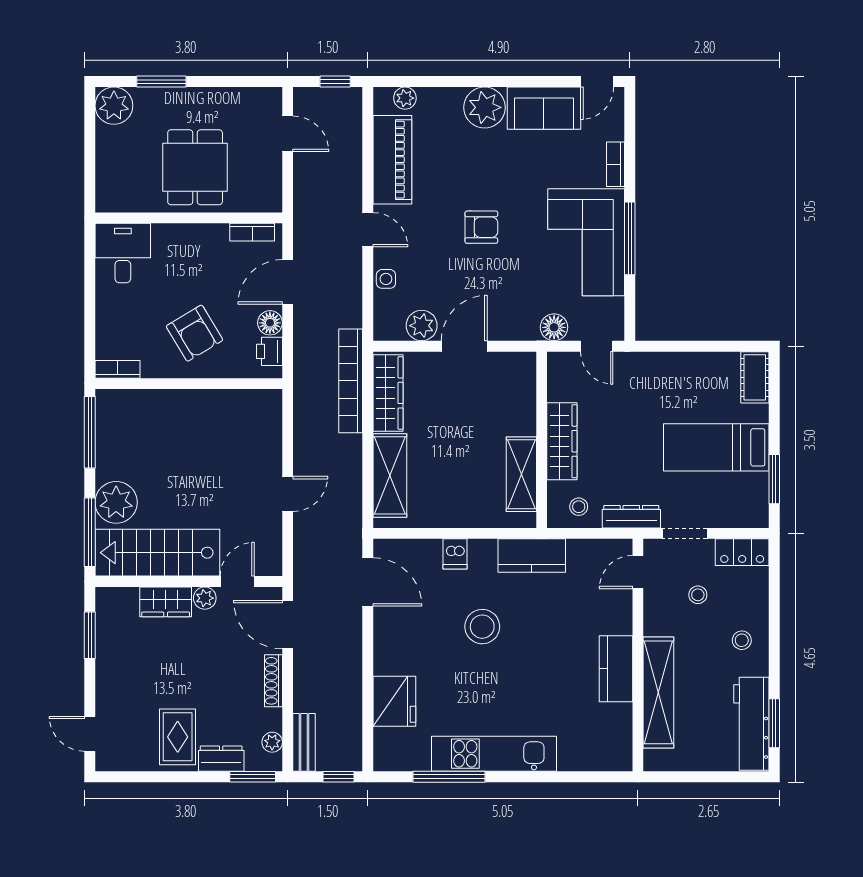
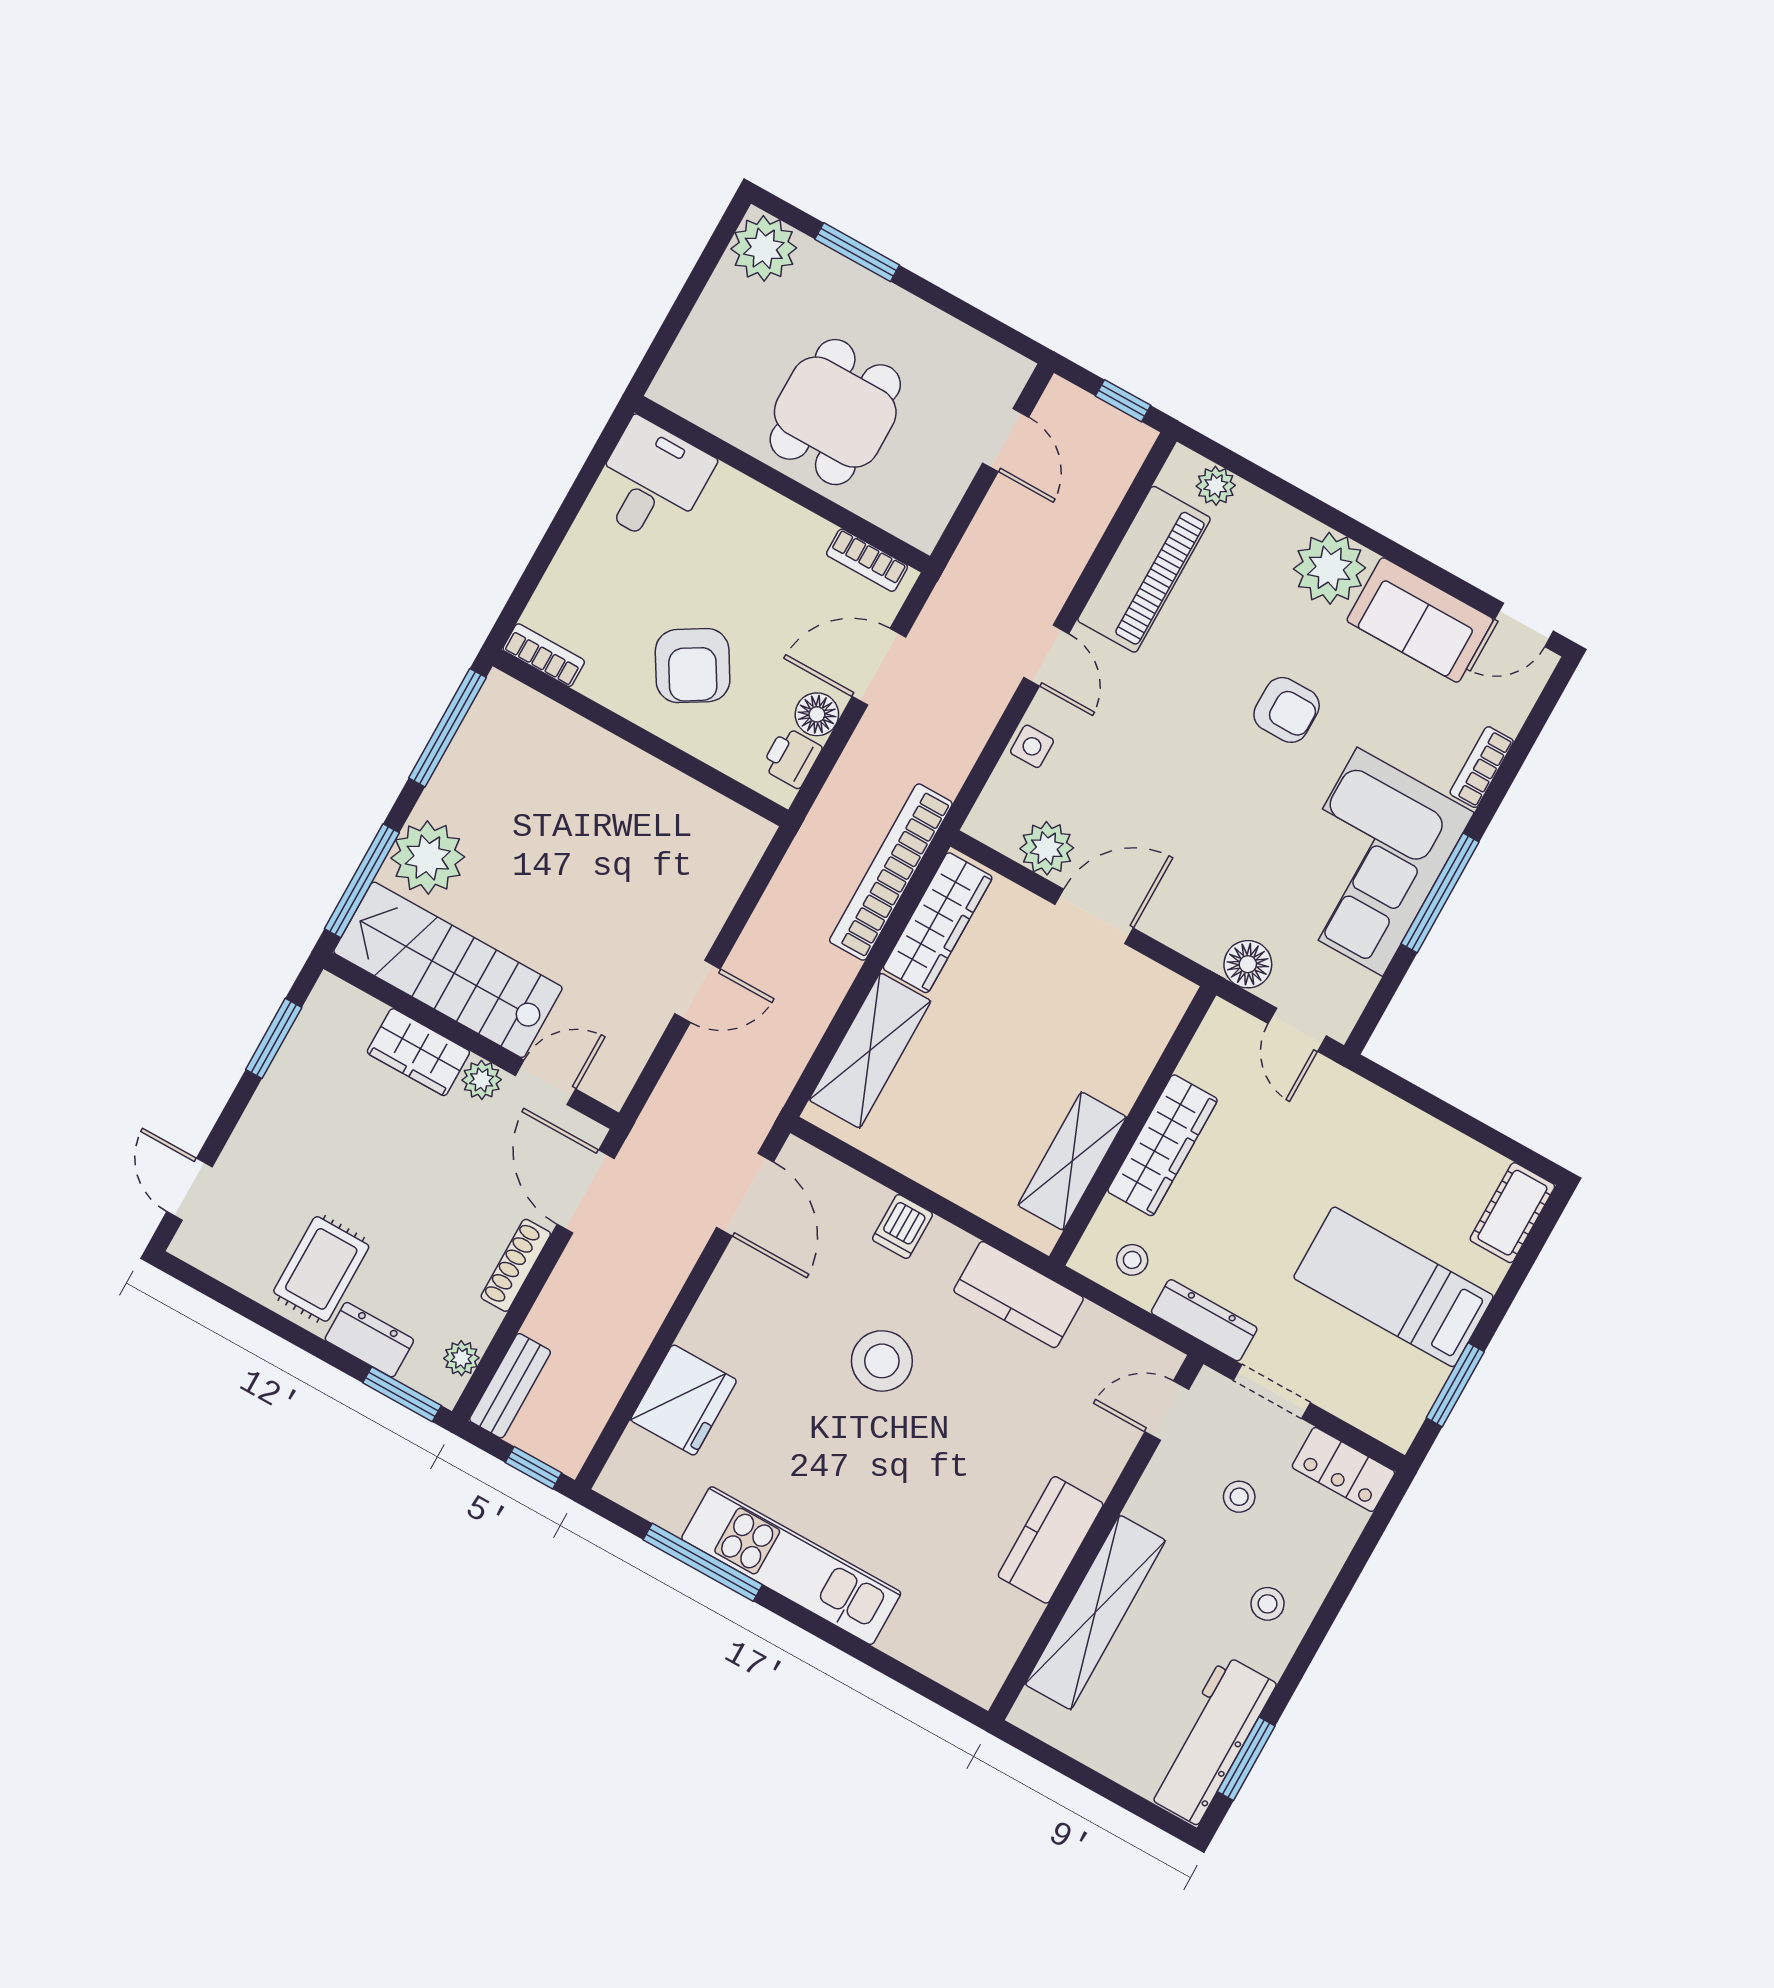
armchair: (481, 227) -> (1287, 710), moved

